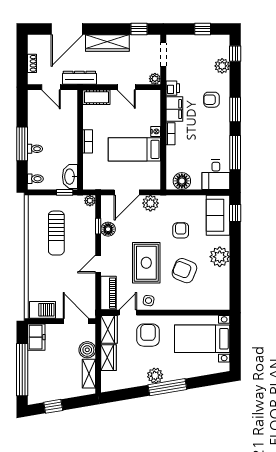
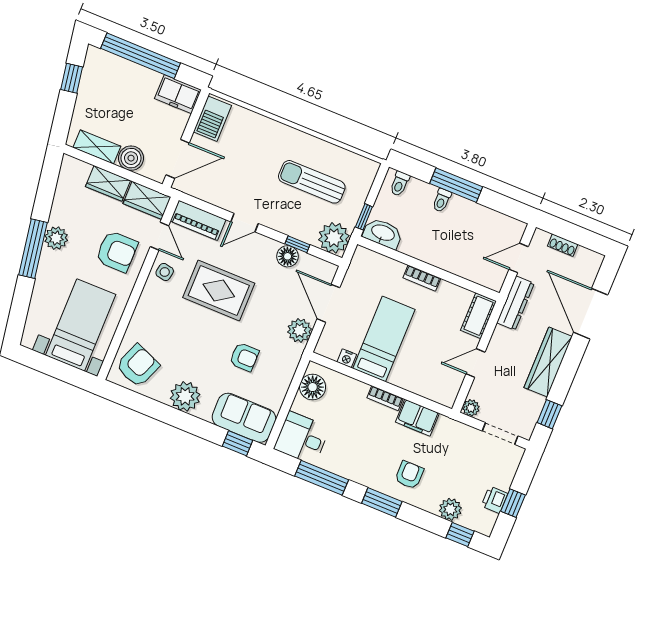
printer: (173, 88) -> (494, 500), moved, turned 90
nightstand: (156, 131) -> (347, 358), moved
plant: (90, 201) -> (334, 238), width x1.88, depth x1.88
door: (98, 264) -> (245, 223), swing flipped
armchair: (184, 271) -> (138, 366), moved

